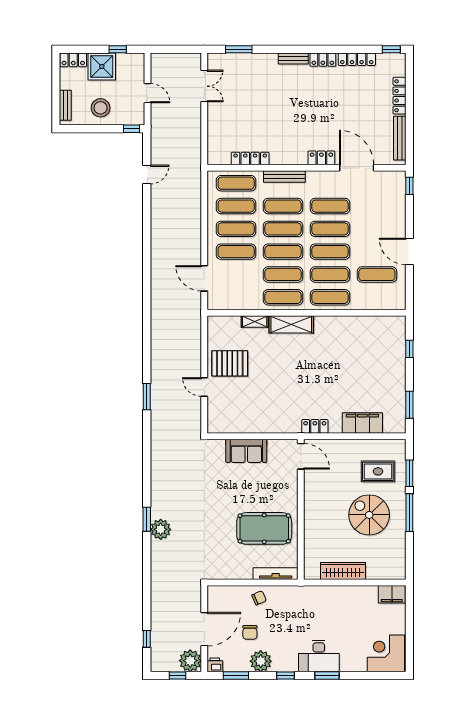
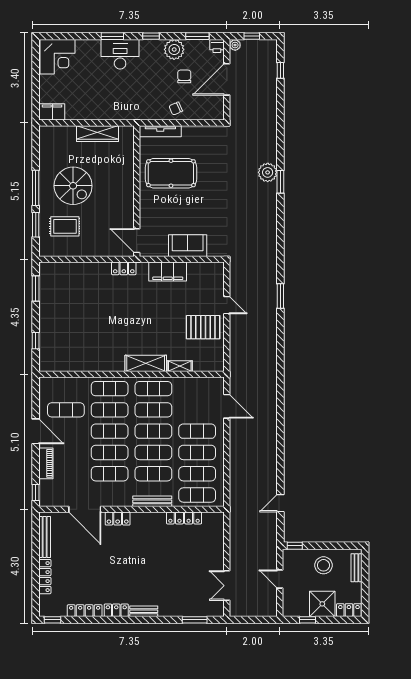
piano: (398, 217) -> (46, 463), added
filing cabinet: (362, 423) -> (168, 272), moved
plant: (190, 661) -> (235, 45), width x0.53, depth x0.53

